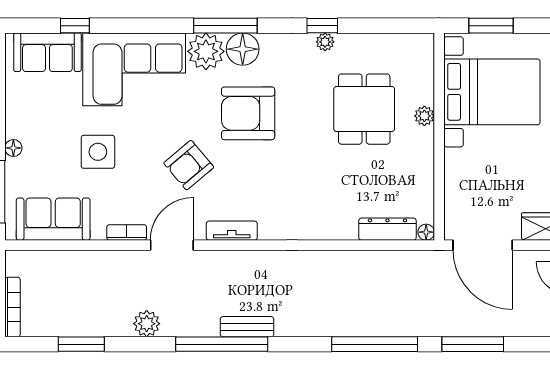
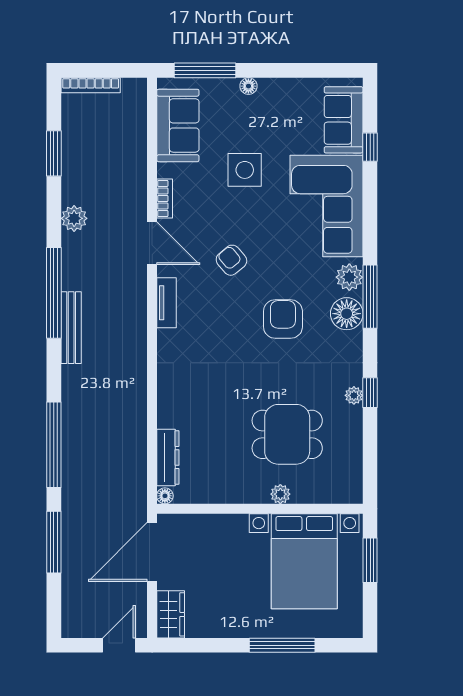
plant: (206, 51) -> (349, 277), width x0.73, depth x0.73
armchair: (248, 113) -> (283, 319), width x0.73, depth x0.73
armchair: (189, 165) -> (231, 260), width x0.72, depth x0.72
bench: (247, 327) -> (71, 328), width x1.36

